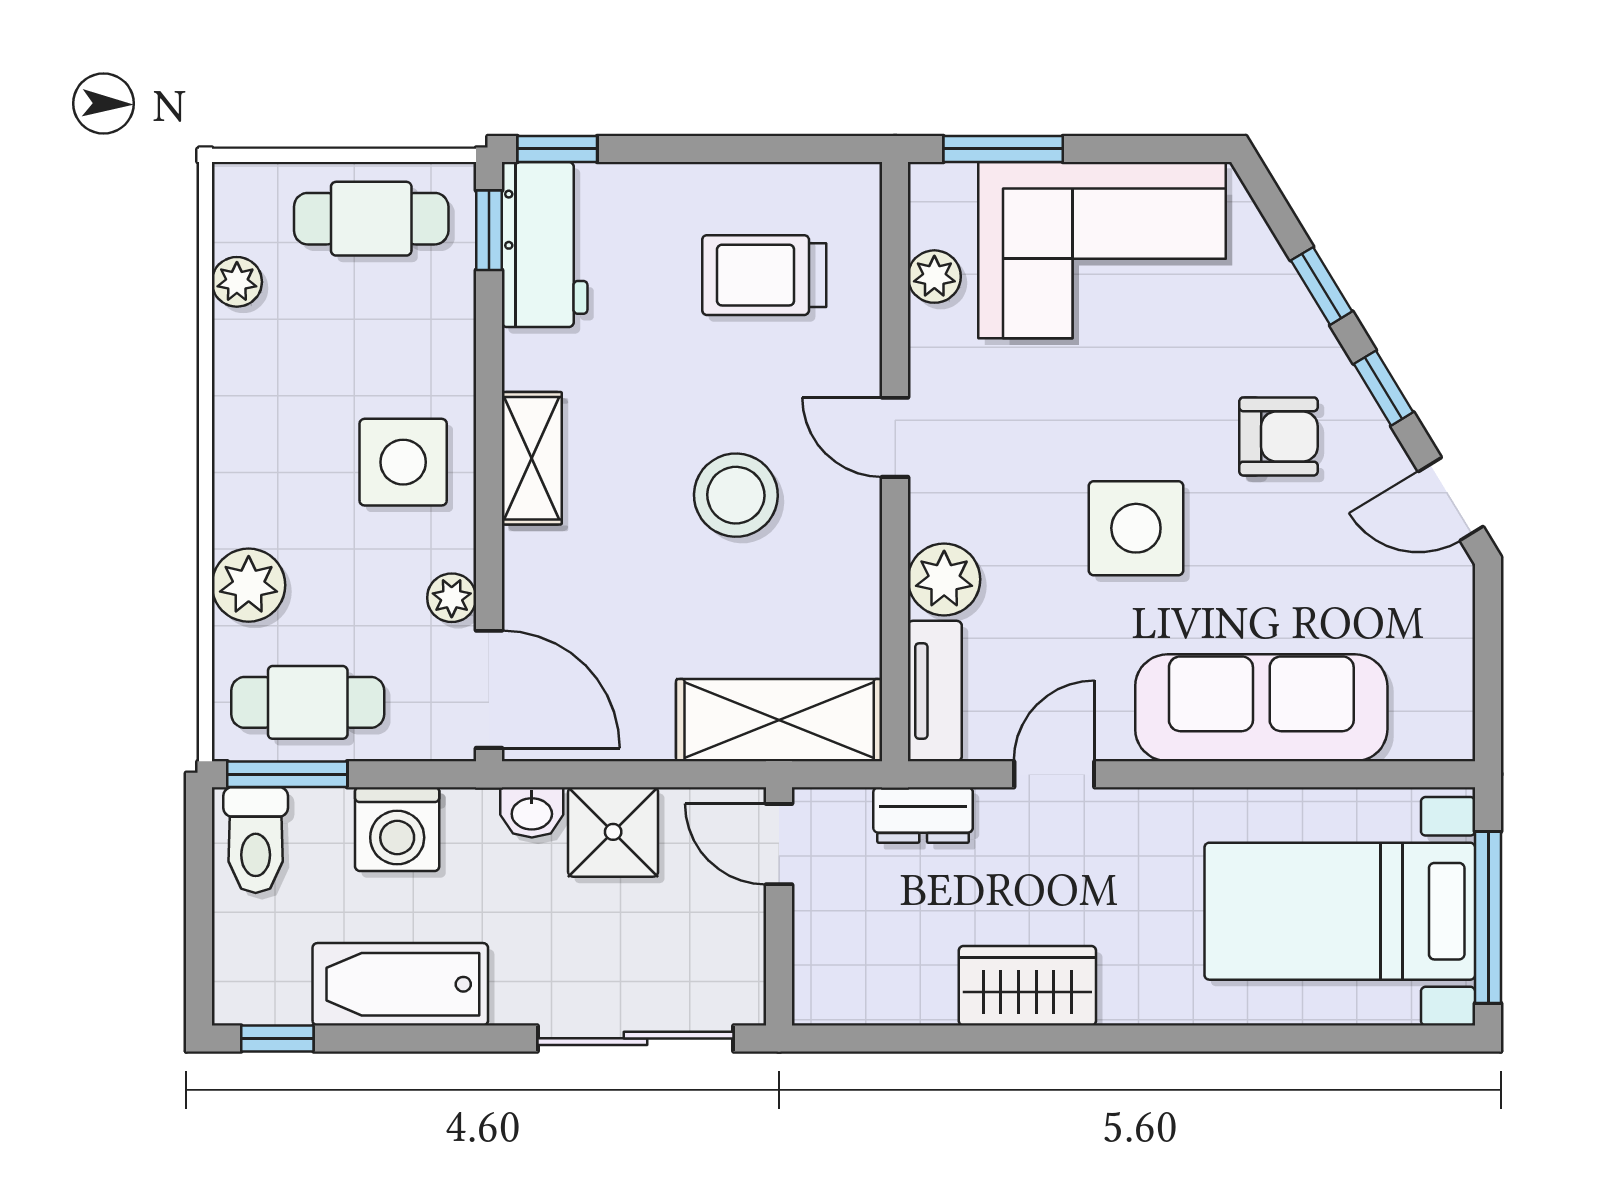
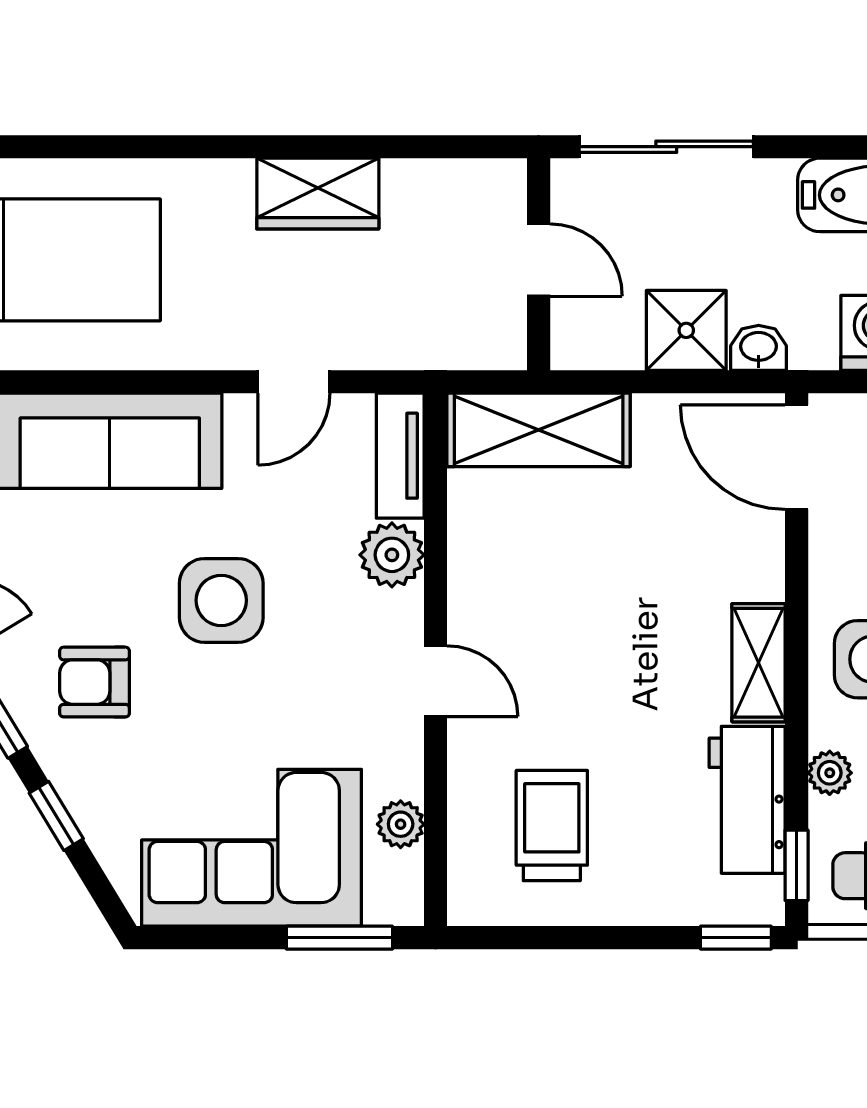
workbench: (545, 245) -> (747, 800), moved
trolley: (764, 275) -> (552, 826), turned -90
stool: (736, 495) -> (577, 630), removed
plant: (452, 598) -> (830, 773), moved
dresser: (923, 815) -> (411, 345), removed
door: (779, 844) -> (539, 260), moved

